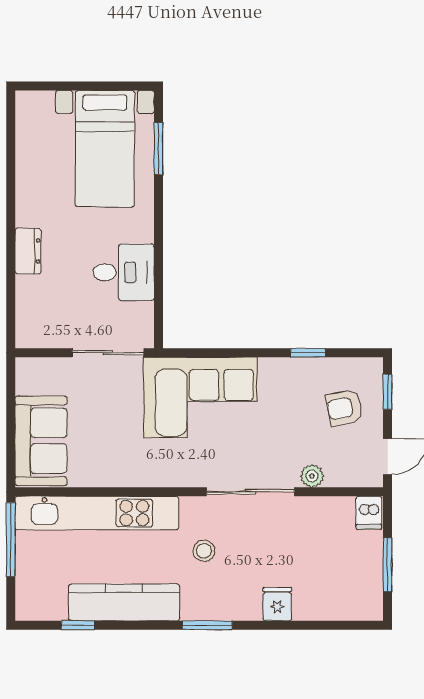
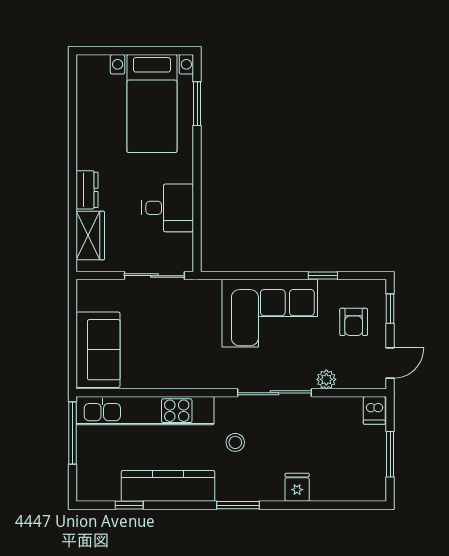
wardrobe: (32, 305) -> (90, 236), added
corner sofa: (201, 397) -> (270, 313), moved
armchair: (344, 408) -> (354, 322), turned -79

